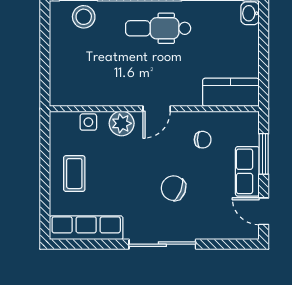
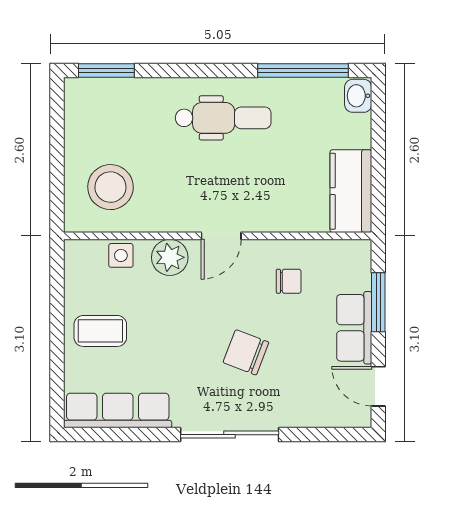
stool: (84, 17) -> (110, 187), moved, width x1.38, depth x1.38
dental chair: (158, 28) -> (223, 118), turned 180
kitchen counter: (231, 92) -> (351, 191), moved, turned -90
coffee table: (74, 174) -> (100, 331), turned 90

